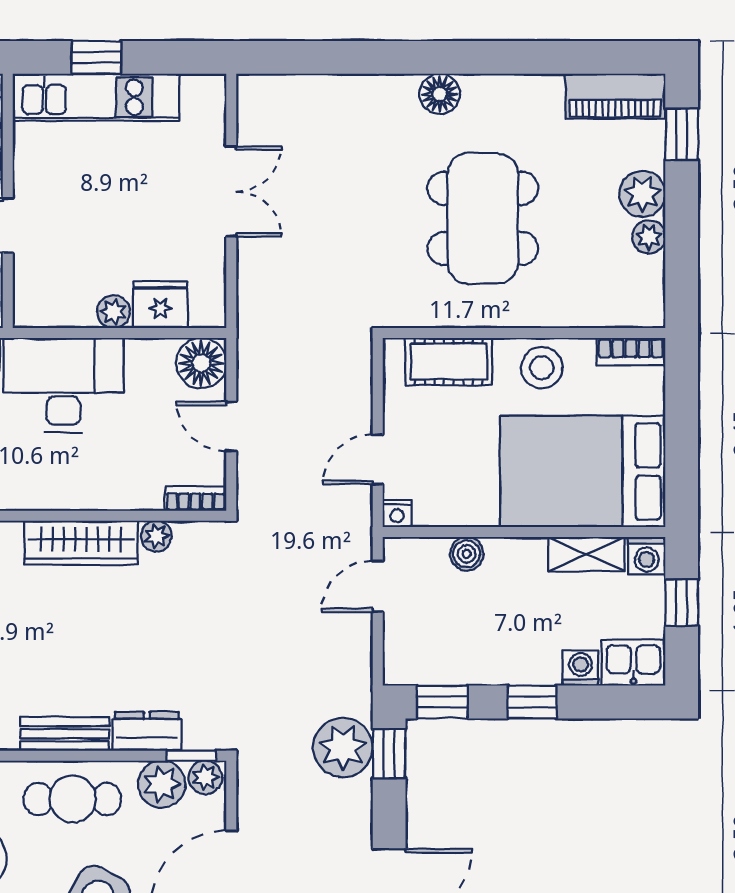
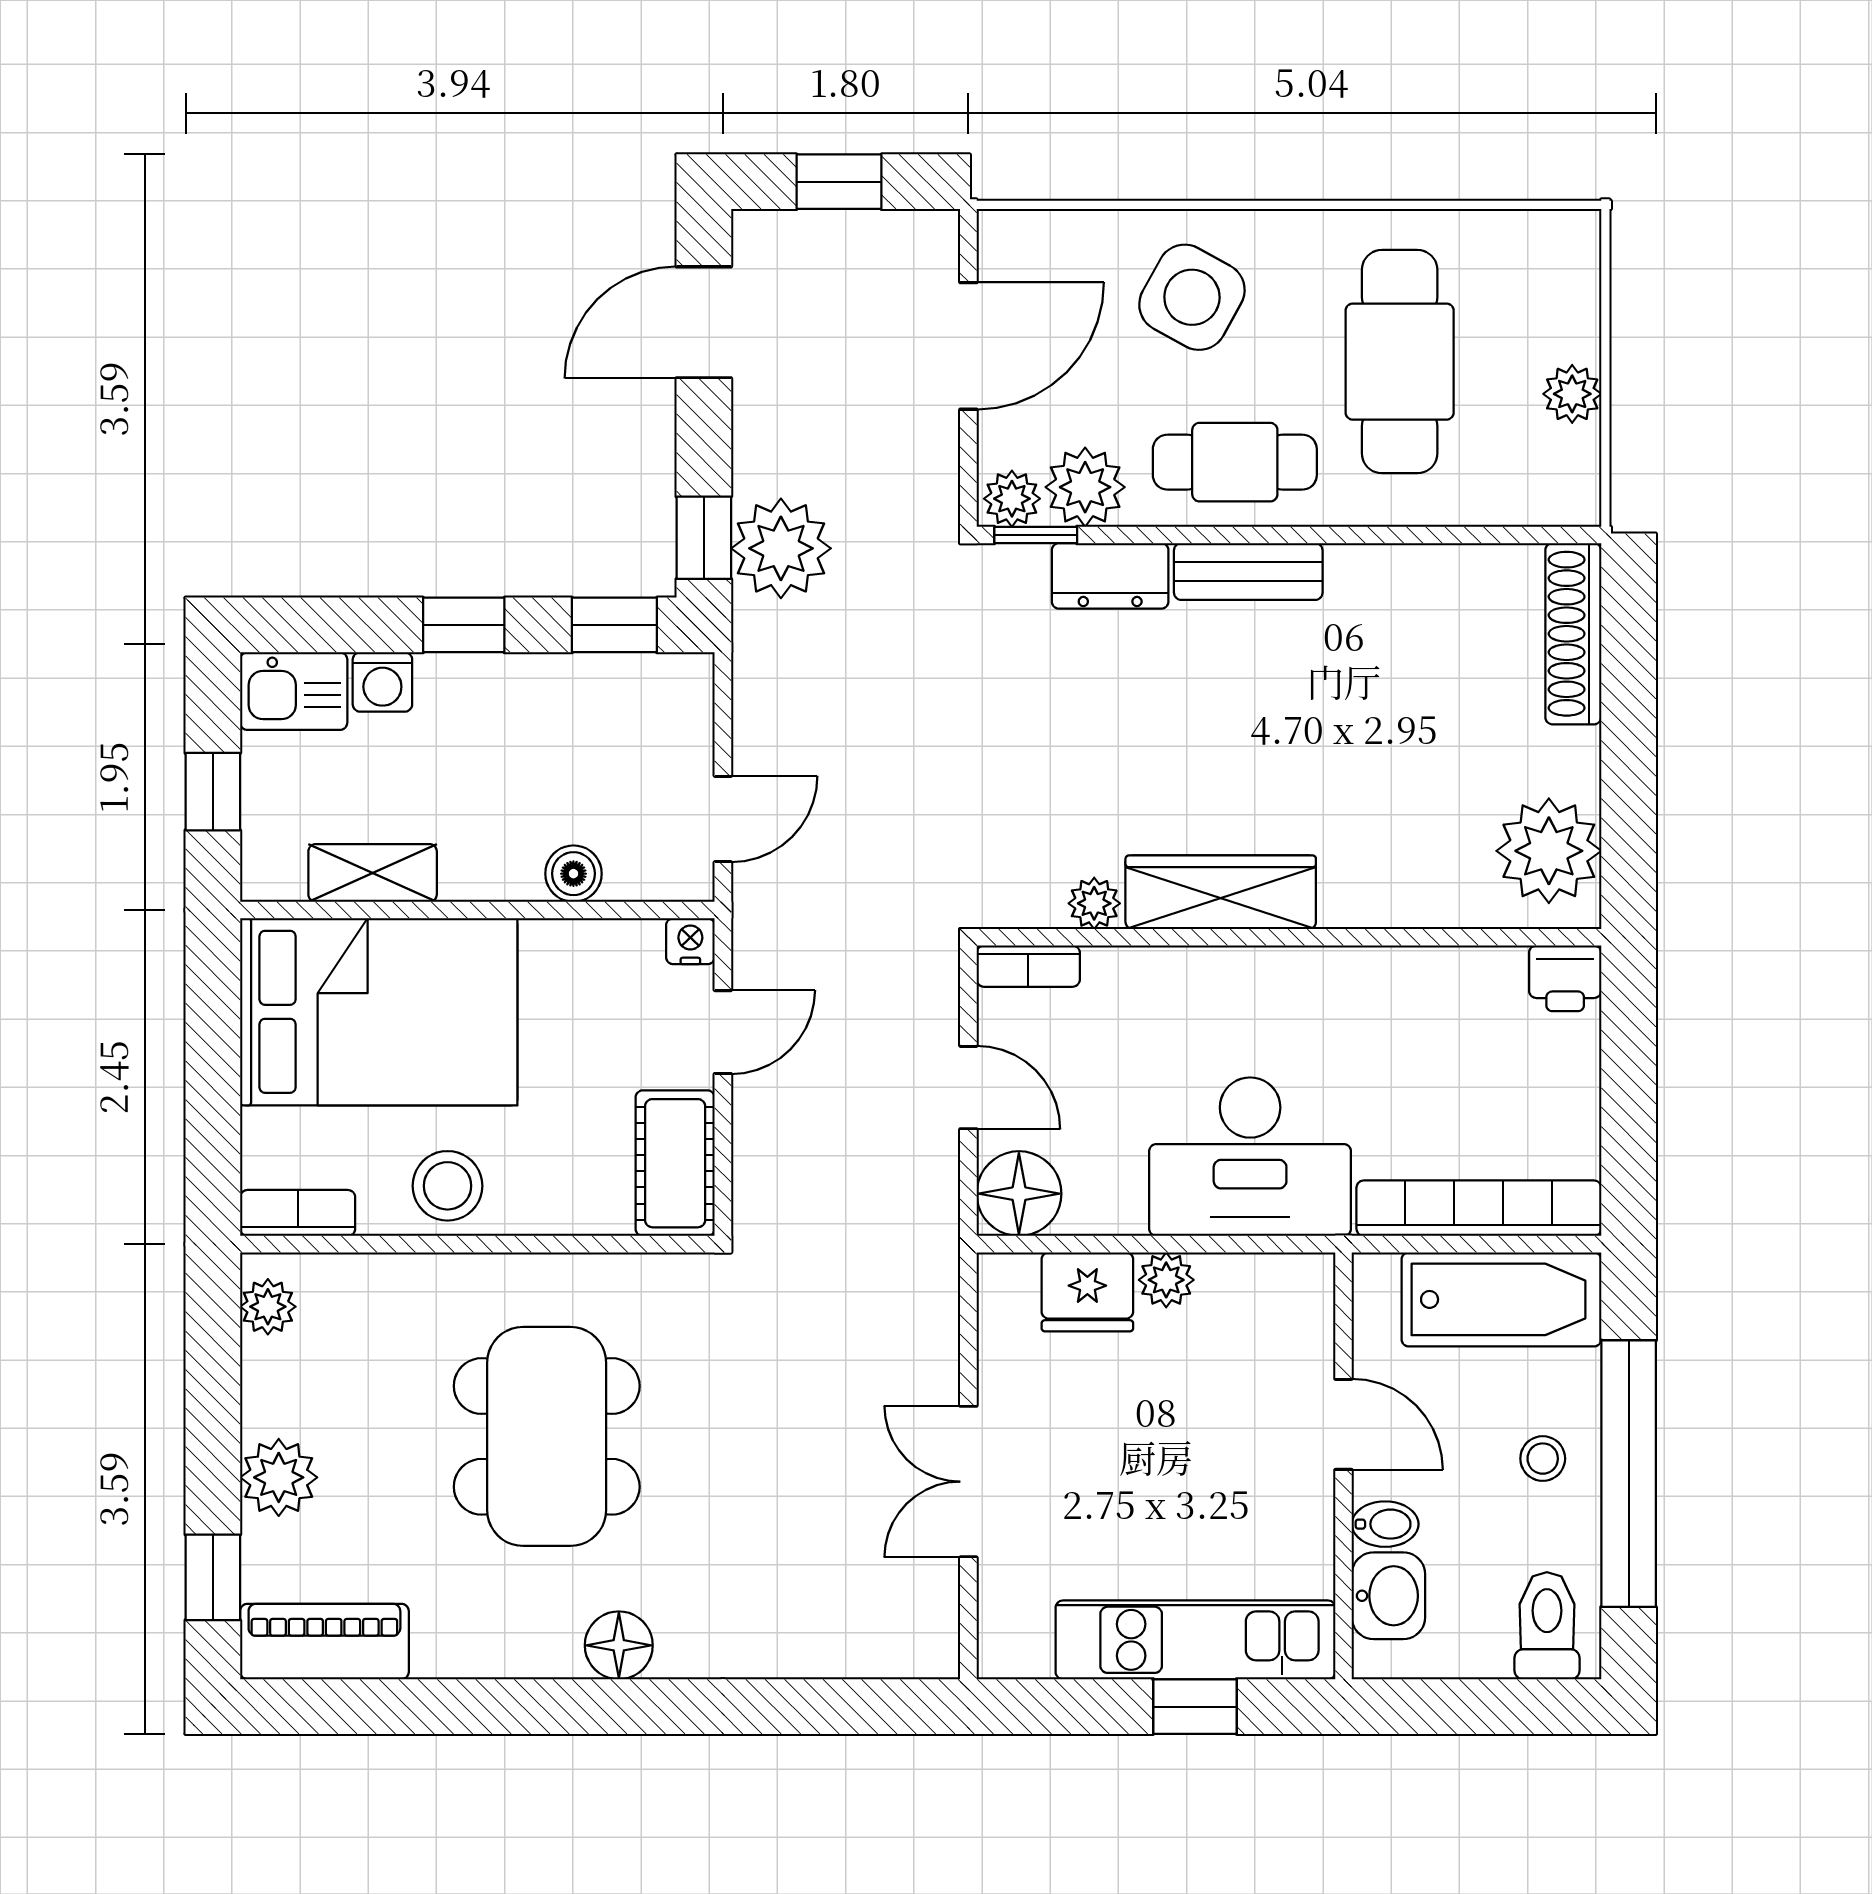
plant: (649, 237) -> (268, 1307), moved
cot: (449, 361) -> (675, 1163), moved, turned 90
washing machine: (647, 556) -> (272, 870), removed

